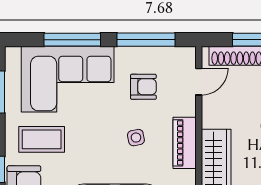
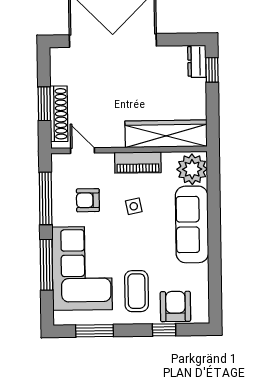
armchair: (143, 87) -> (88, 200), turned -90

